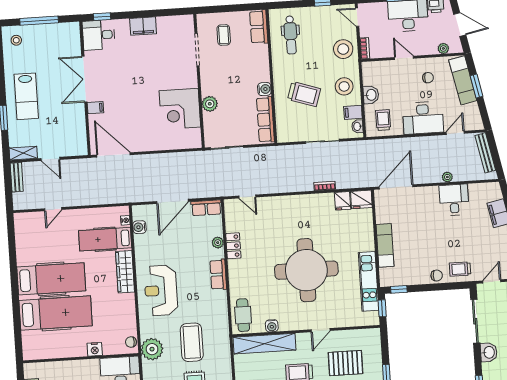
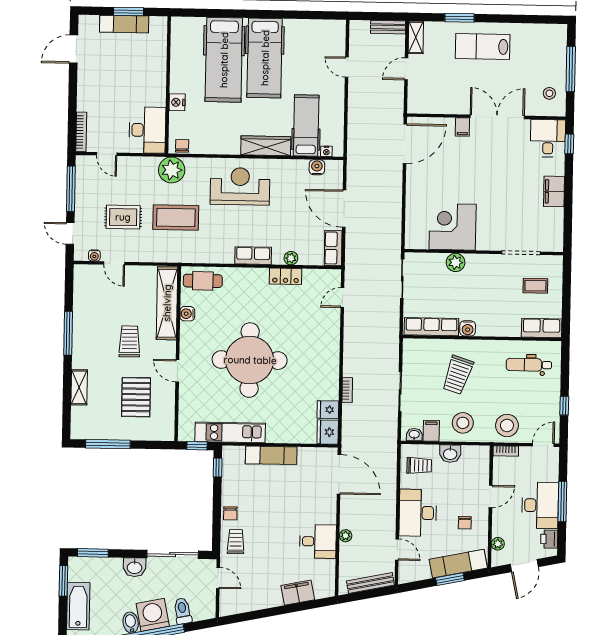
stool: (16, 40) -> (549, 93), moved

